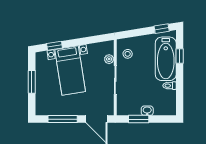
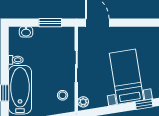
plant: (109, 59) -> (83, 102), moved
washbasin: (147, 111) -> (26, 32), moved
window: (63, 119) -> (135, 23), removed

